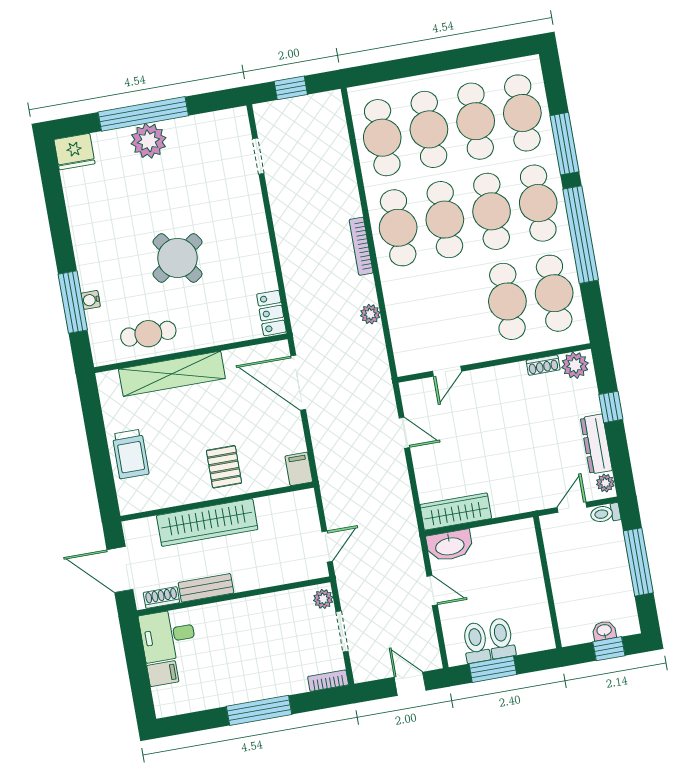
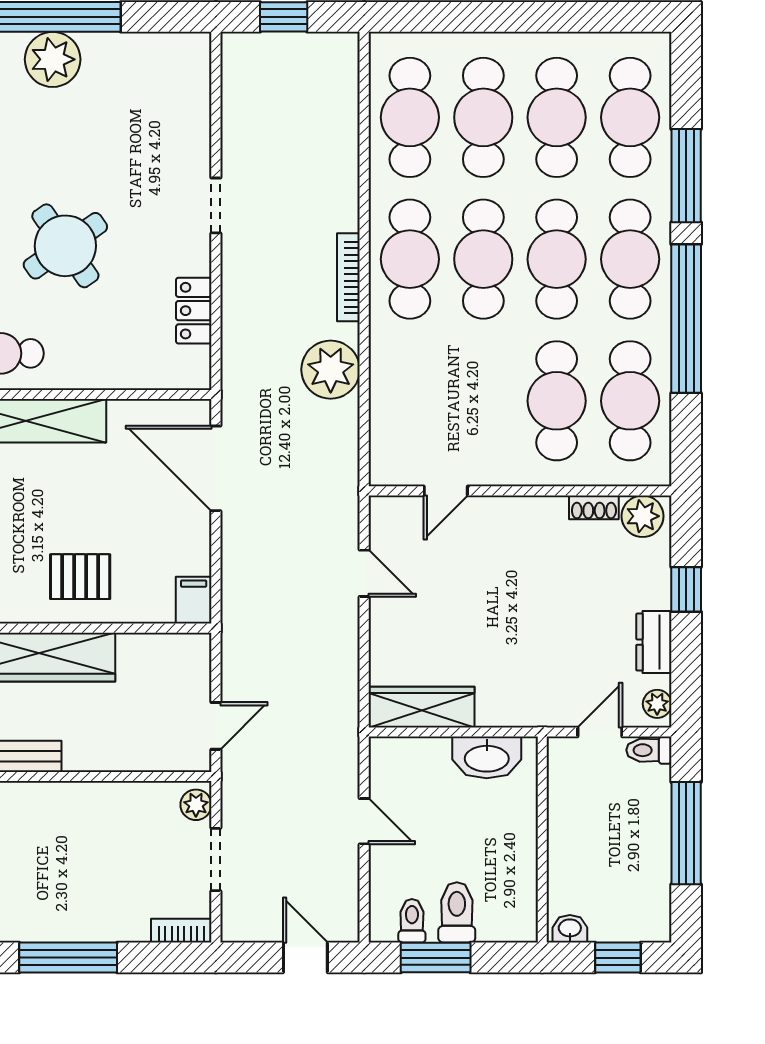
doorway: (258, 156) -> (216, 205), moved
locker: (271, 313) -> (194, 311), moved
plant: (370, 314) -> (331, 370), width x1.88, depth x1.88
dresser: (596, 444) -> (654, 642), width x0.70
pallet: (224, 467) -> (80, 577), turned 90
washbasin: (450, 546) -> (487, 757), moved
washbasin: (604, 631) -> (570, 929), moved
toilet: (476, 643) -> (412, 921), width x0.73, depth x0.72

